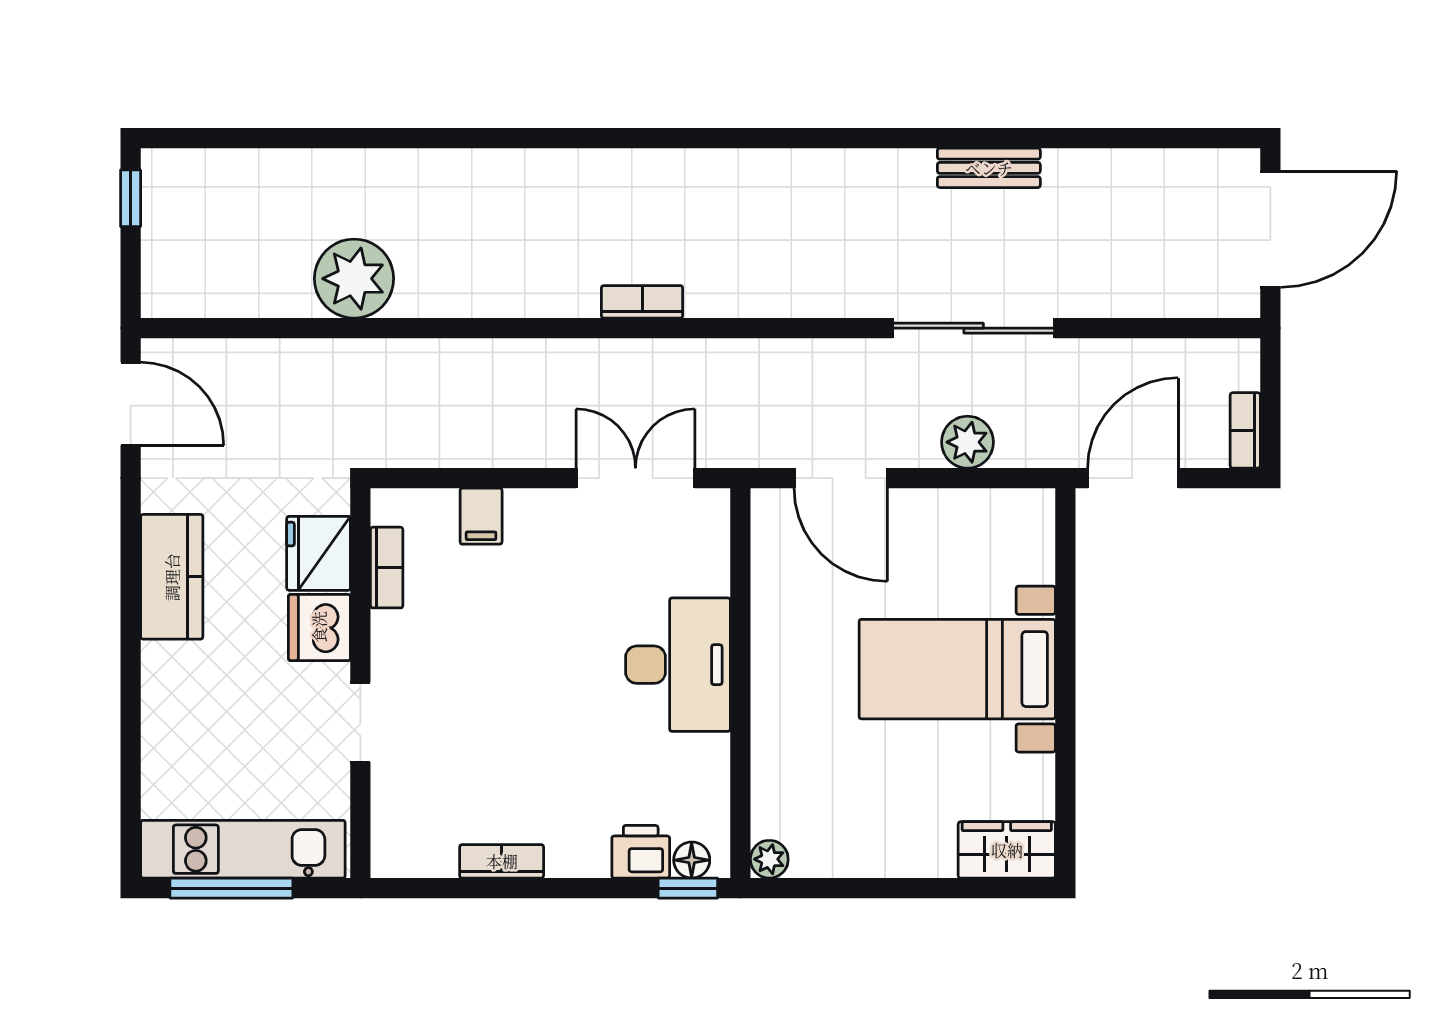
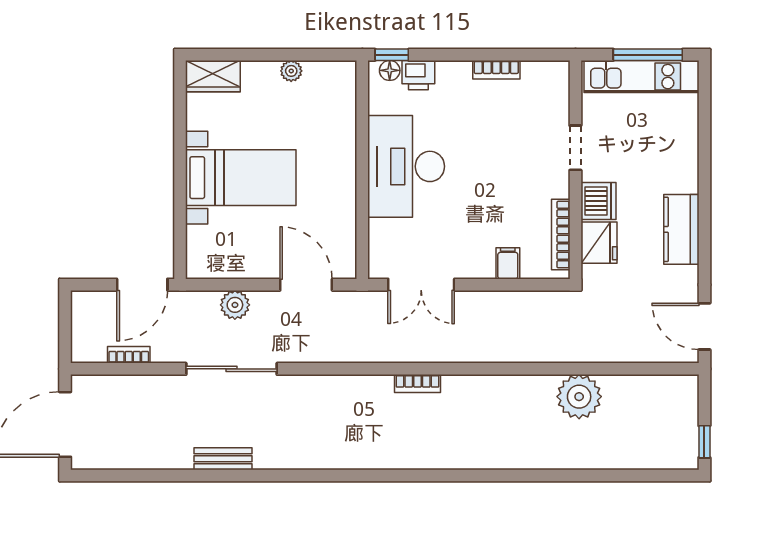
bookcase: (1245, 430) -> (129, 355), moved, turned -90
bookcase: (387, 568) -> (561, 235), width x1.56
desk: (678, 665) -> (406, 166), width x1.36, depth x1.30
plant: (769, 859) -> (291, 71), moved

